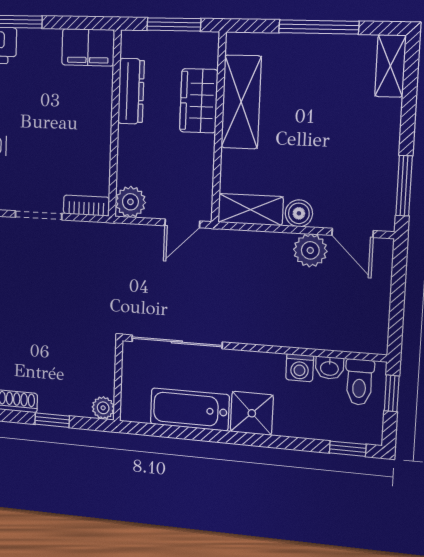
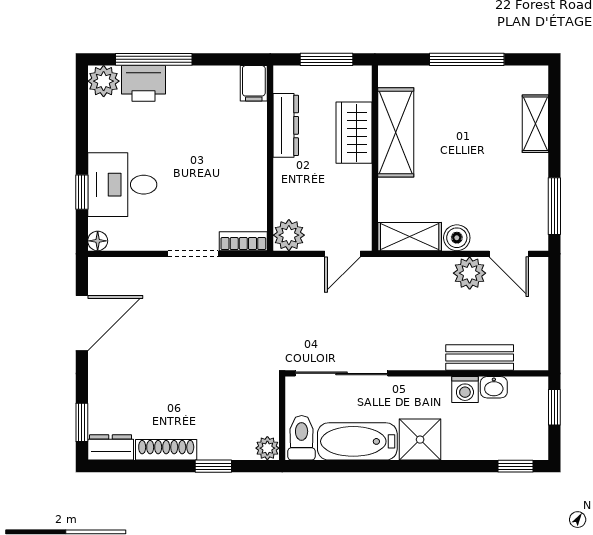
filing cabinet: (88, 47) -> (254, 83), width x0.50
shelving: (390, 66) -> (535, 124), moved
bench: (316, 337) -> (480, 358), added
toilet: (359, 382) -> (302, 438), moved, turned 180

